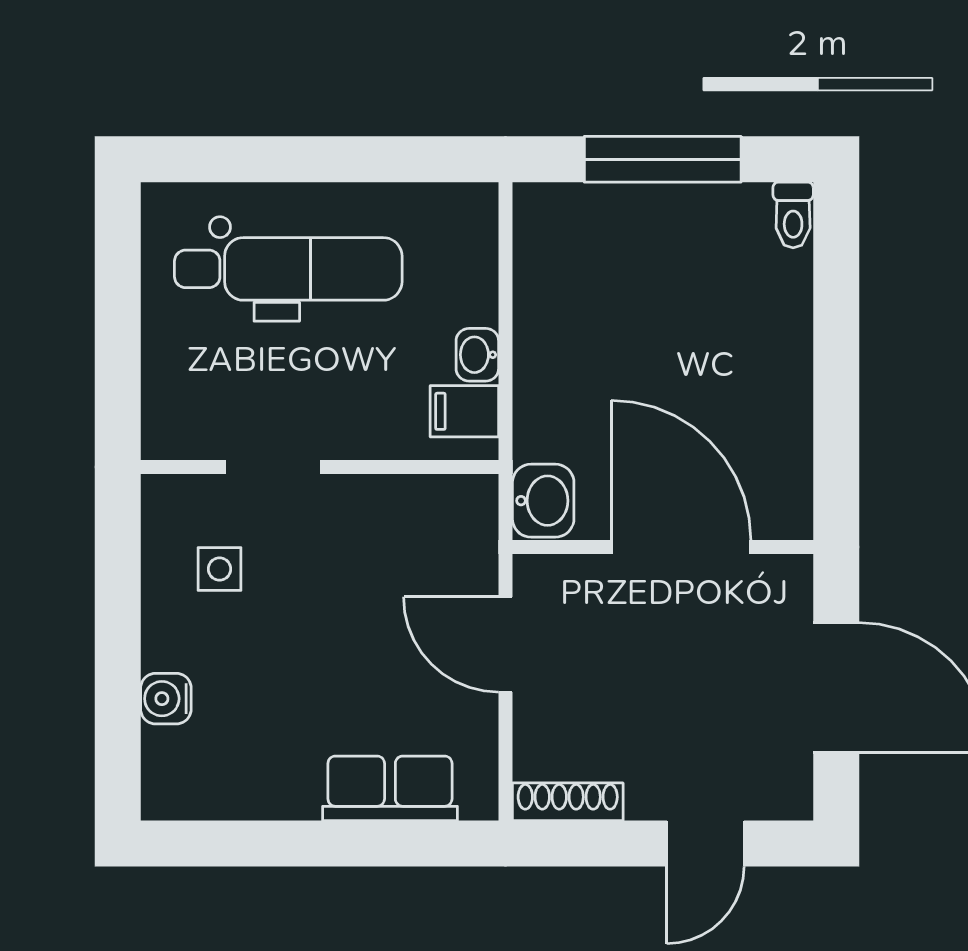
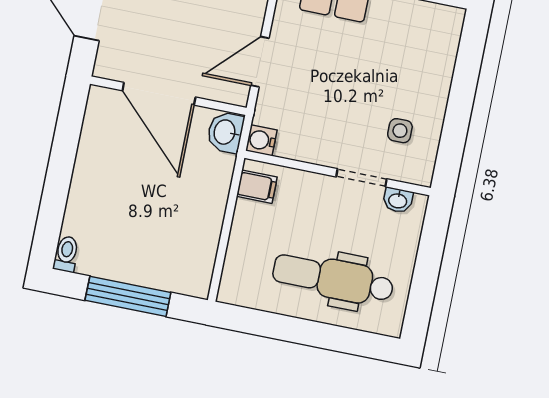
washbasin: (477, 355) -> (398, 200), moved, turned 90
door: (506, 645) -> (260, 62), swing flipped
water cooler: (166, 699) -> (261, 140), moved, turned 180

